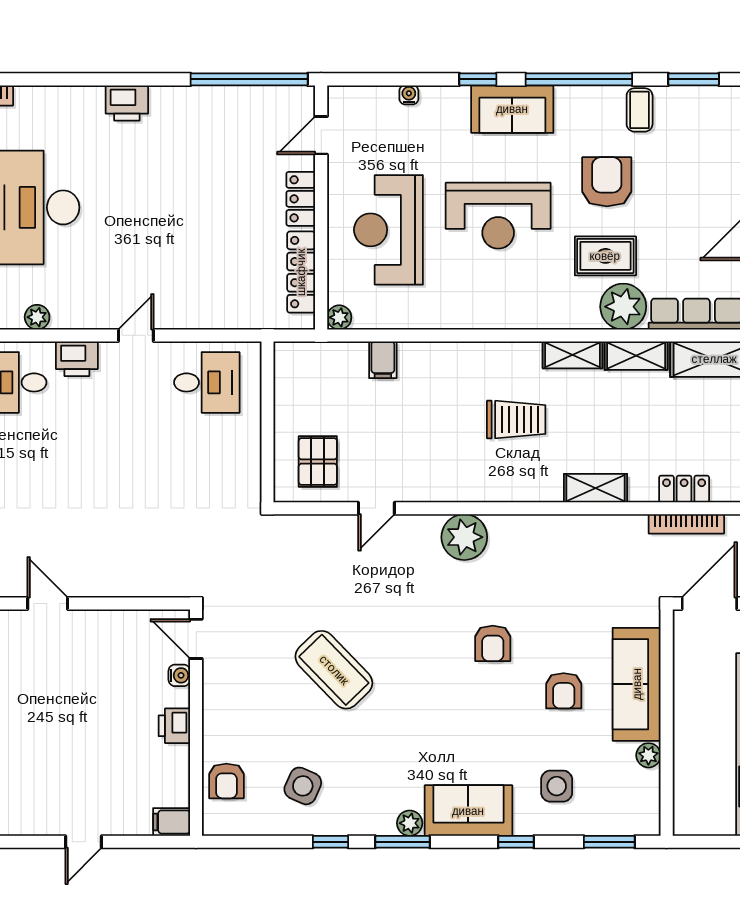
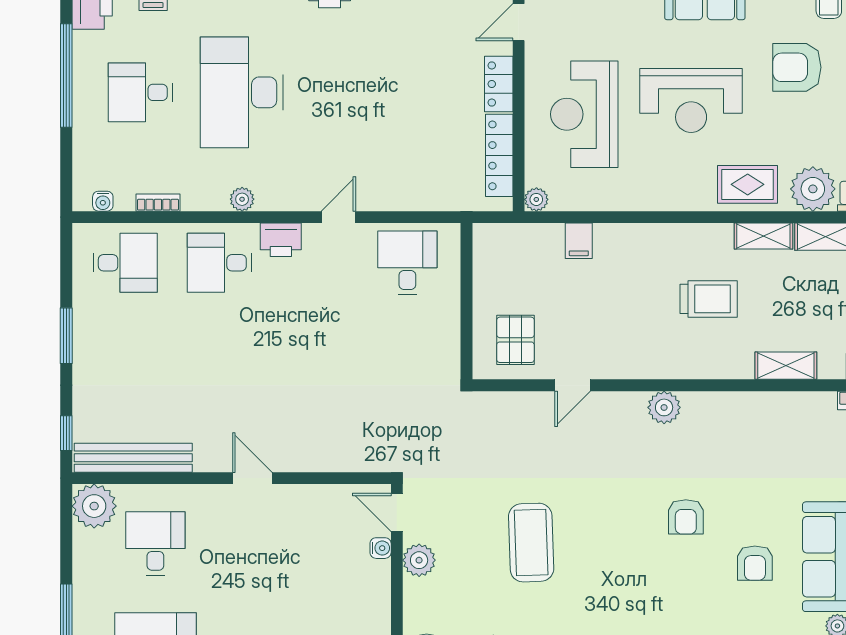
armchair: (607, 182) -> (797, 67), turned -90
rug: (605, 256) -> (748, 184), moved
desk: (207, 382) -> (407, 263), turned -90
plant: (464, 537) -> (664, 407), width x0.73, depth x0.73
coffee table: (334, 670) -> (531, 543), turned 42
plant: (219, 688) -> (419, 560), added
printer: (174, 726) -> (376, 597), removed

